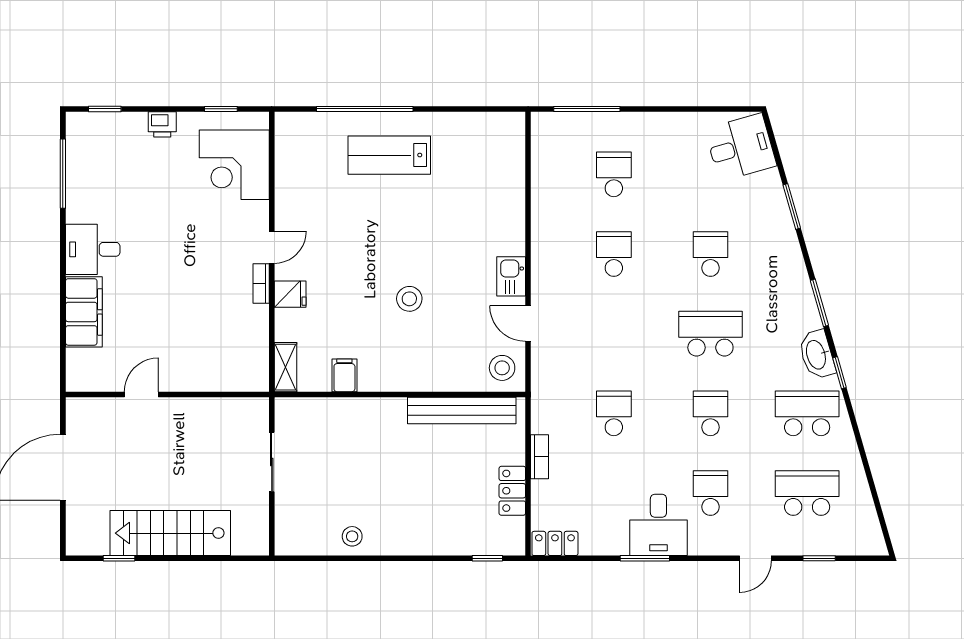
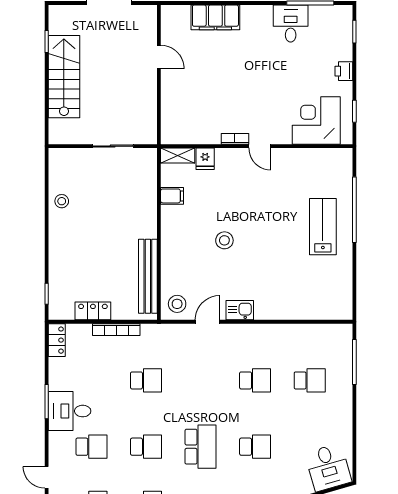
desk: (93, 249) -> (291, 23), moved
fridge: (290, 294) -> (205, 159), moved
bookcase: (540, 457) -> (116, 330), width x1.56

